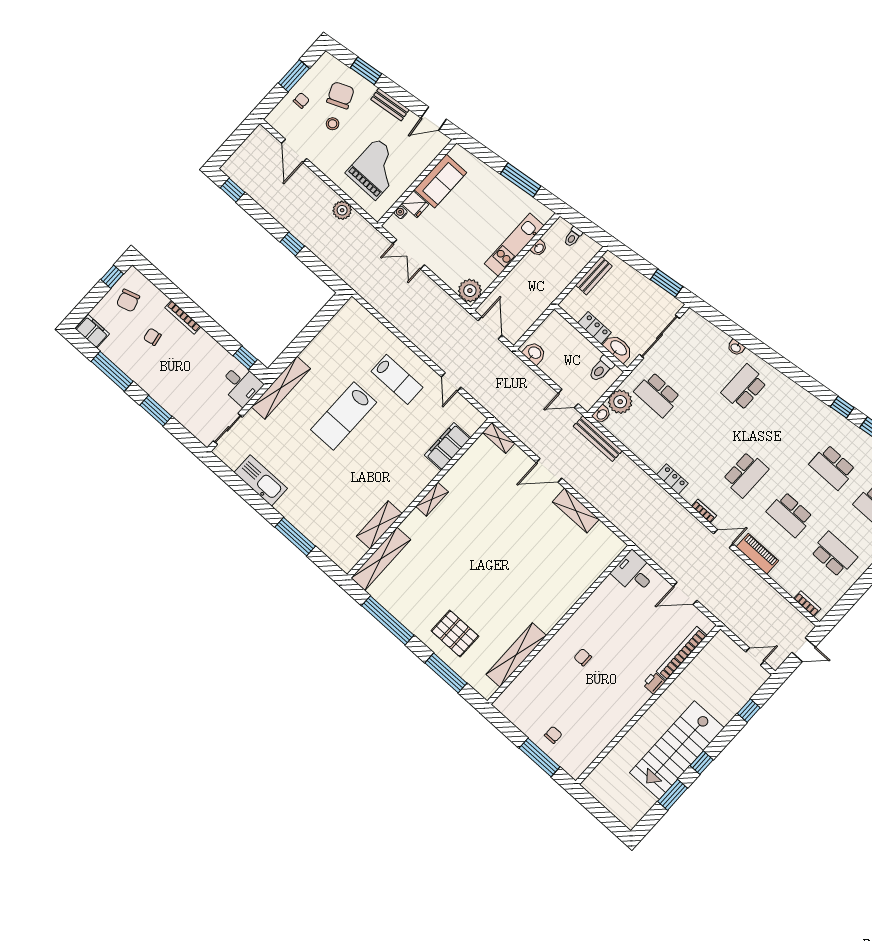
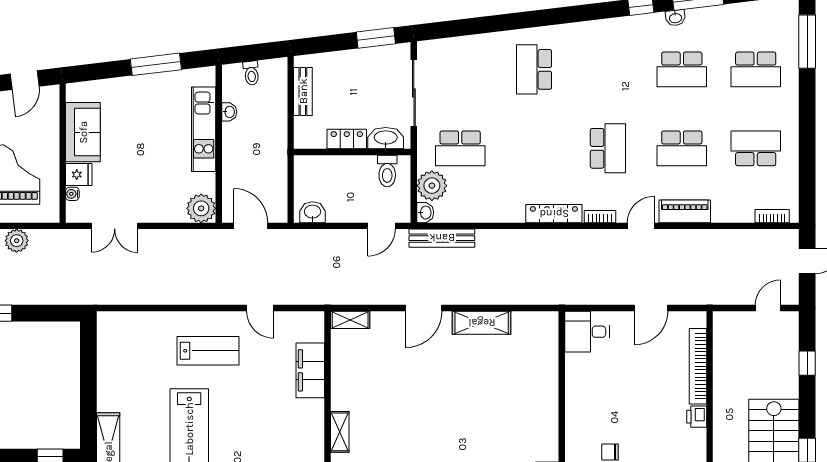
washbasin: (736, 348) -> (675, 18), moved
locker: (672, 479) -> (554, 214), width x1.53

